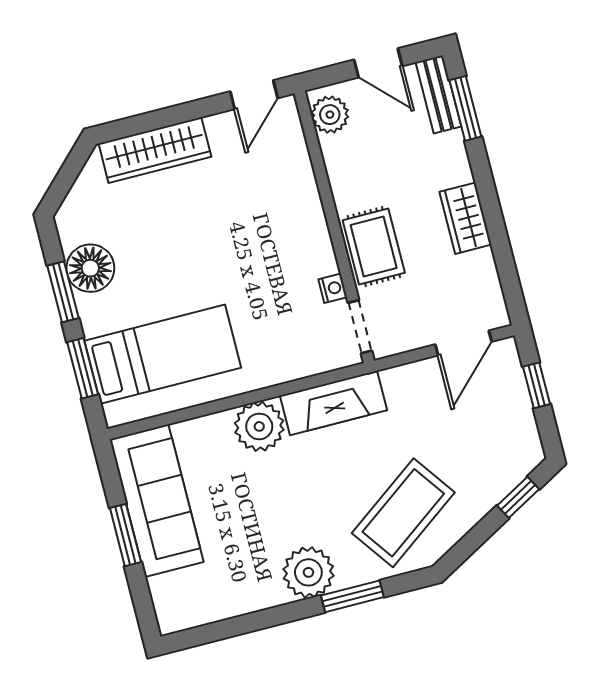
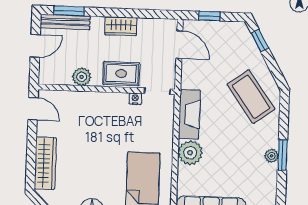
bench: (438, 94) -> (65, 22), width x1.36
plant: (330, 115) -> (82, 77), moved
plant: (308, 572) -> (272, 156), width x0.53, depth x0.53
window: (352, 596) -> (282, 155), moved

